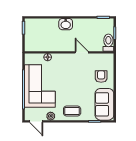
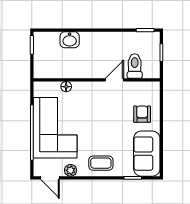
washbasin: (66, 24) -> (70, 40), moved
toilet: (108, 43) -> (135, 66), moved
door: (82, 52) -> (114, 80), hinge flipped

